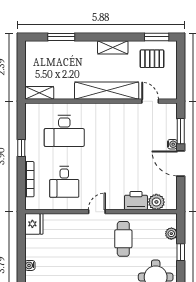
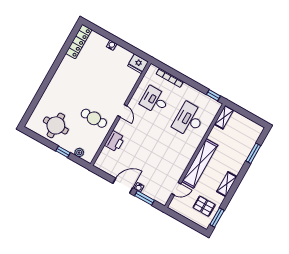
pallet: (152, 59) -> (204, 206), turned 90
window: (21, 148) -> (213, 95), moved
plant: (156, 202) -> (106, 155), removed

